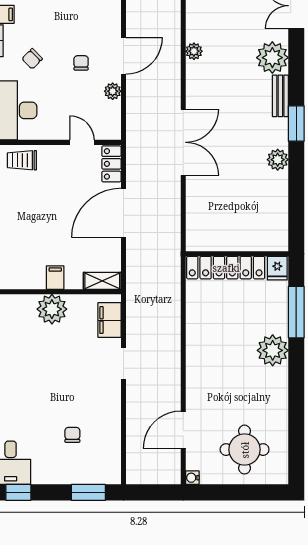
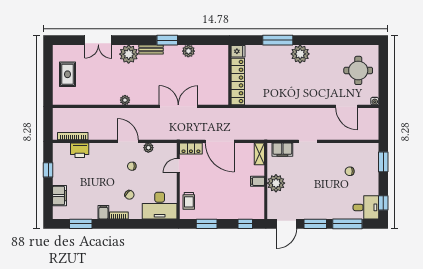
wall: (237, 254) -> (230, 75), moved
locker: (226, 268) -> (238, 81), moved
fridge: (277, 268) -> (238, 51), moved

